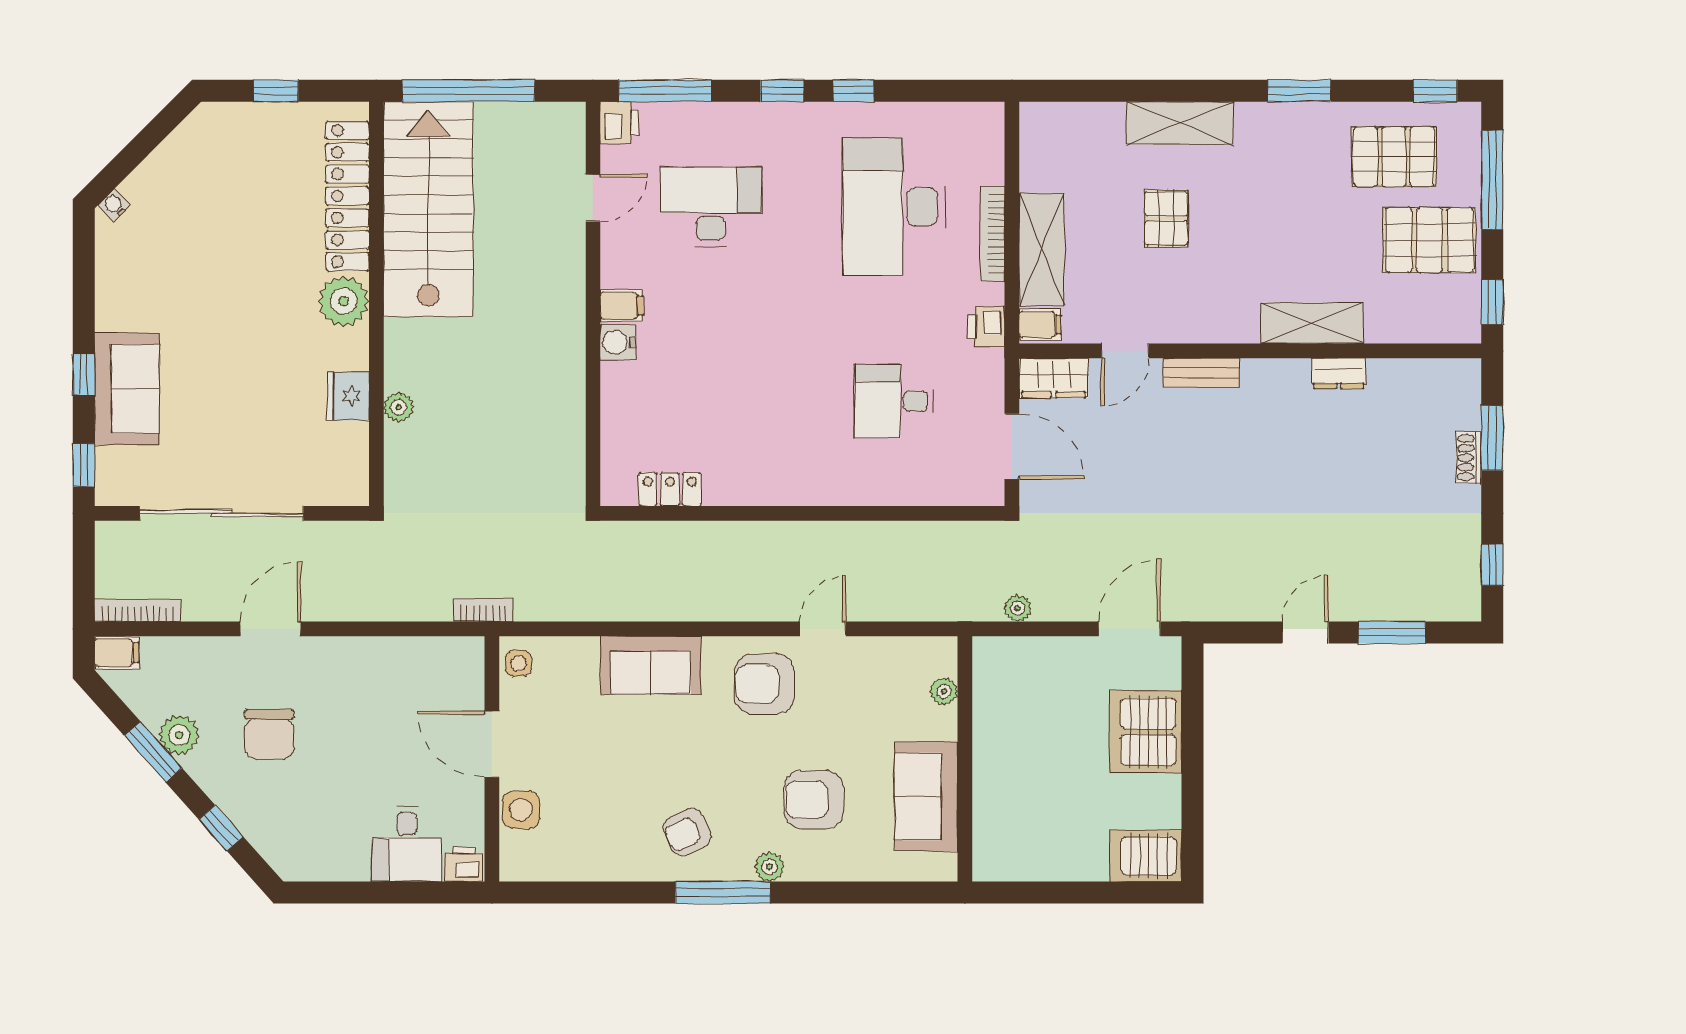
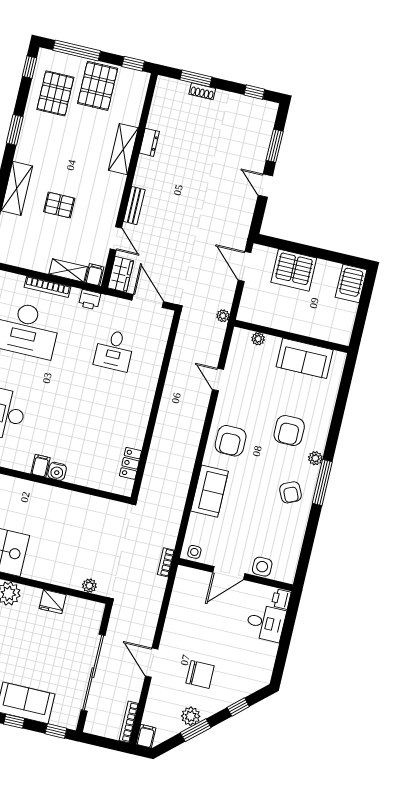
shelving: (1042, 249) -> (68, 270), width x0.67, depth x0.75
plant: (399, 407) -> (89, 586), moved
door: (1012, 446) -> (148, 301), hinge flipped
door: (823, 629) -> (218, 380), moved
plant: (944, 691) -> (258, 339), moved
wall: (965, 759) -> (291, 336), moved
sofa: (926, 797) -> (305, 358), moved

